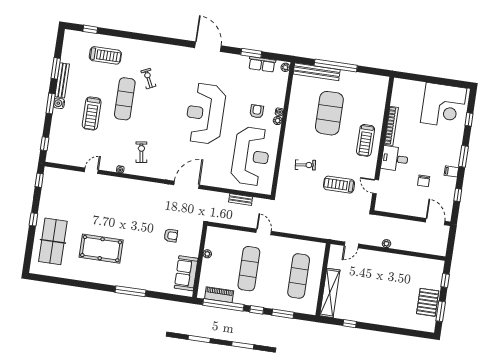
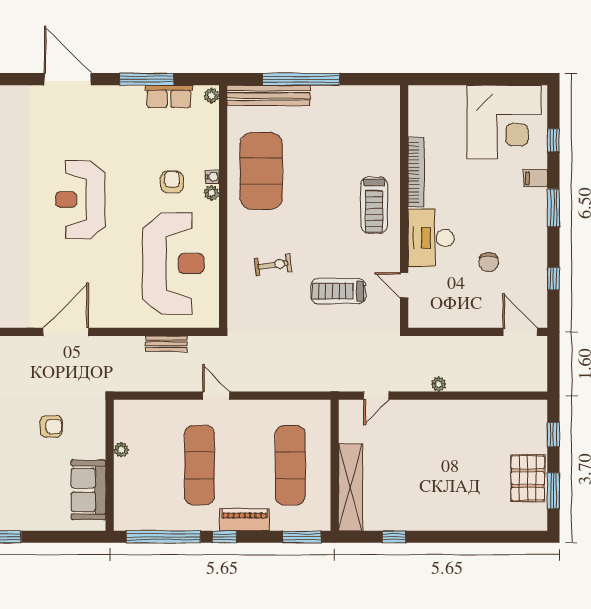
window: (251, 53) -> (147, 79), width x1.44
exercise mat: (329, 113) -> (261, 171), moved
reception desk: (205, 114) -> (80, 200), width x0.74, depth x0.77
desk: (395, 159) -> (431, 238), width x1.37
filing cabinet: (451, 171) -> (536, 178), moved
piano: (219, 295) -> (245, 520), moved
window: (283, 314) -> (302, 537), moved

